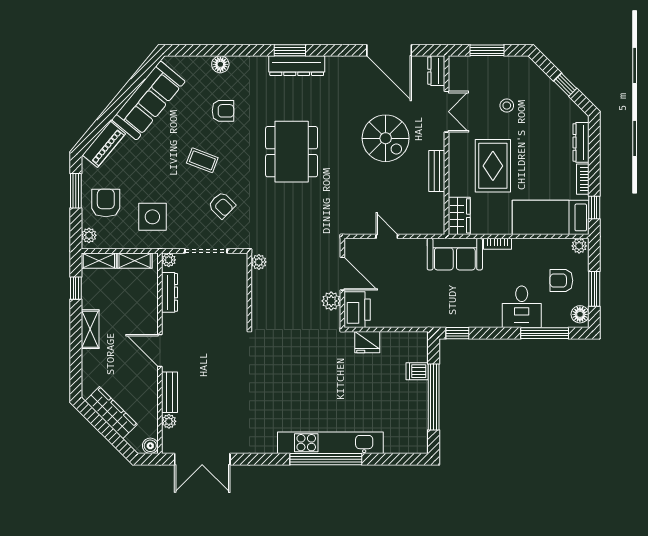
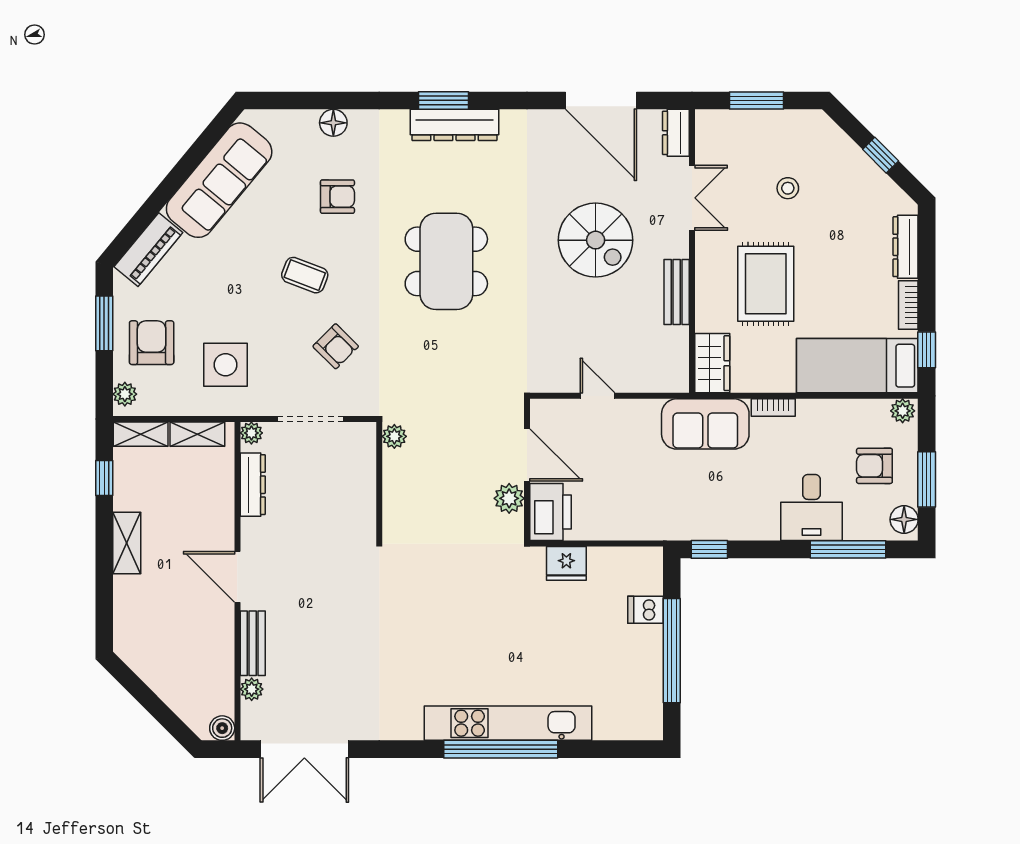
wardrobe: (111, 413) -> (160, 676), removed

